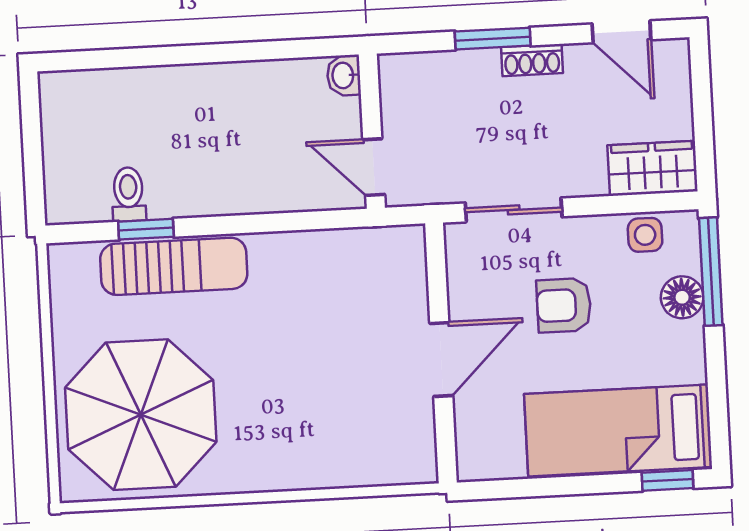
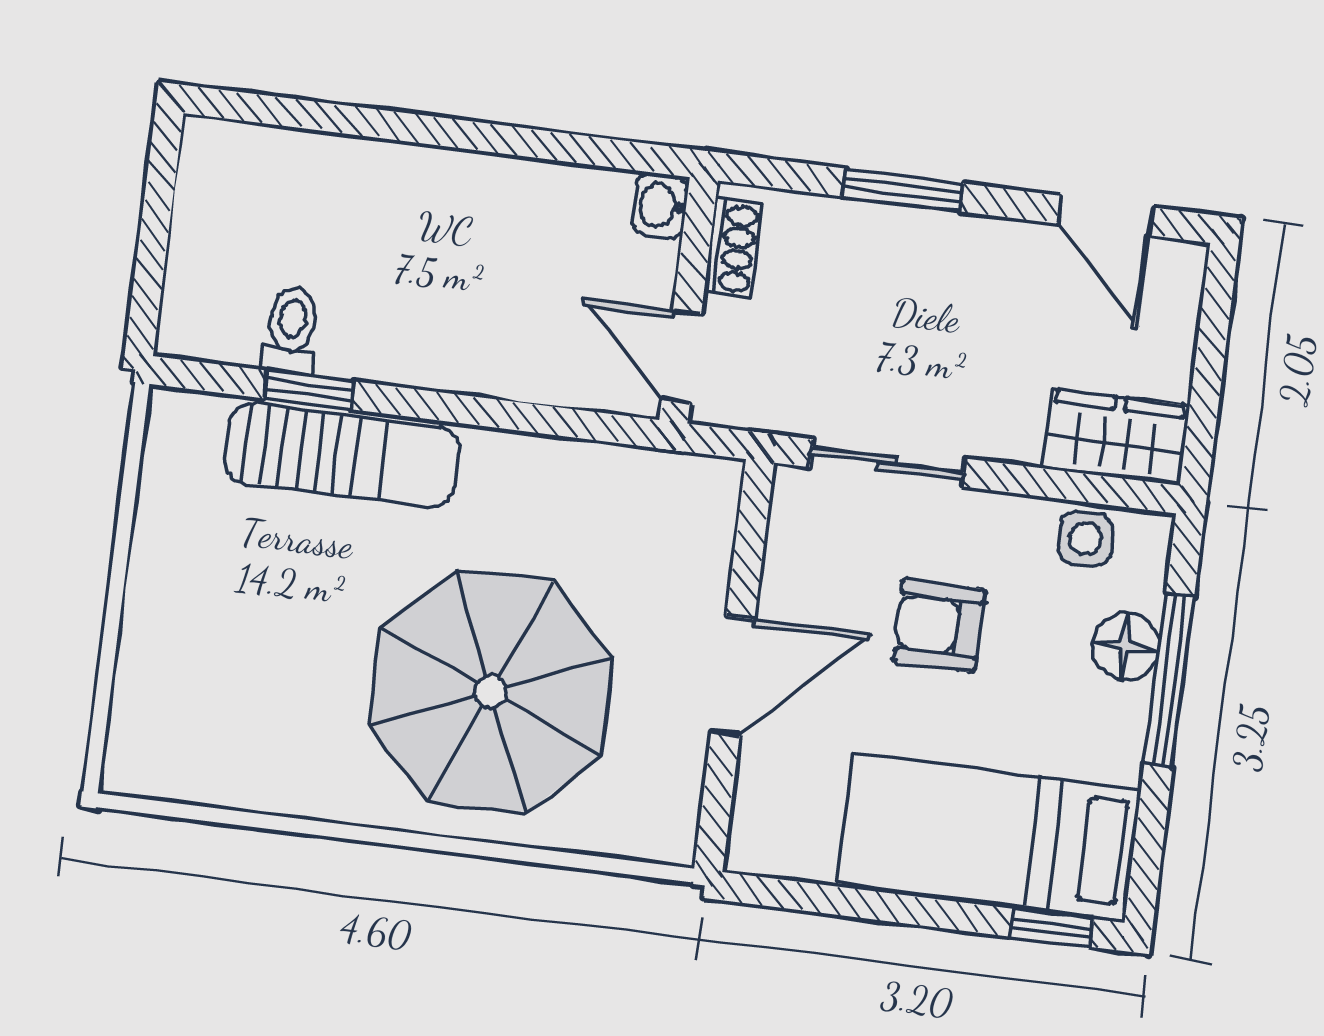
shoe rack: (532, 60) -> (733, 248), moved, turned -90
window: (711, 272) -> (1169, 680), moved
parasol: (141, 415) -> (490, 692), moved

